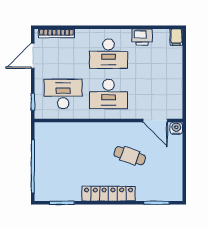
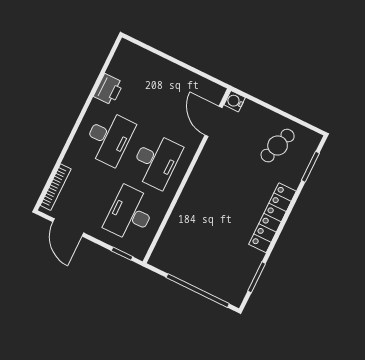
filing cabinet: (176, 37) -> (128, 49), removed
door: (155, 120) -> (213, 121), swing flipped
cafe table: (130, 156) -> (278, 146), moved

